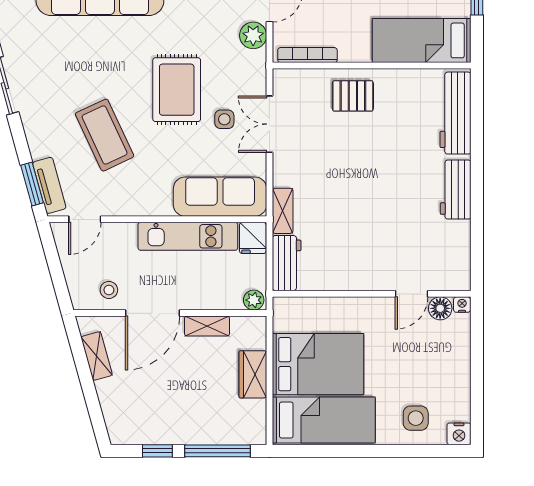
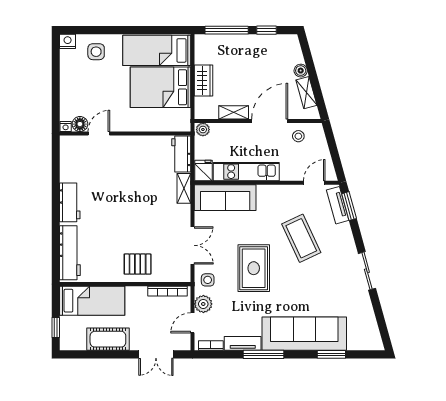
side table: (224, 119) -> (208, 280), moved
boiler: (105, 389) -> (301, 71), added

